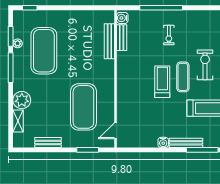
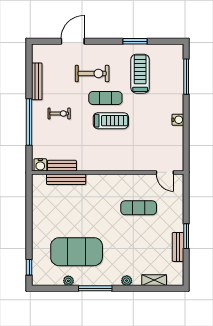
window: (11, 36) -> (61, 288), removed
exercise bike: (205, 65) -> (92, 73), turned 180
treadmill: (162, 82) -> (111, 121), turned 180
plant: (22, 100) -> (127, 281), width x0.53, depth x0.53
exercise mat: (83, 107) -> (139, 208), width x0.50, depth x0.69
bench: (186, 143) -> (37, 81), moved
window: (88, 150) -> (186, 236), moved

